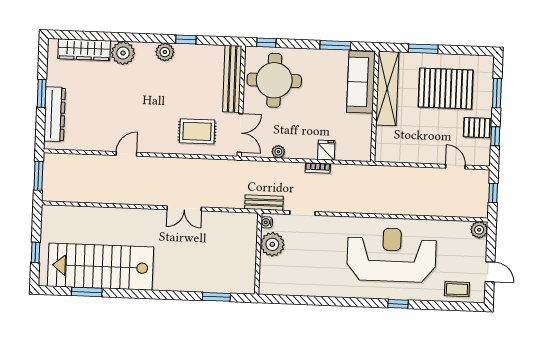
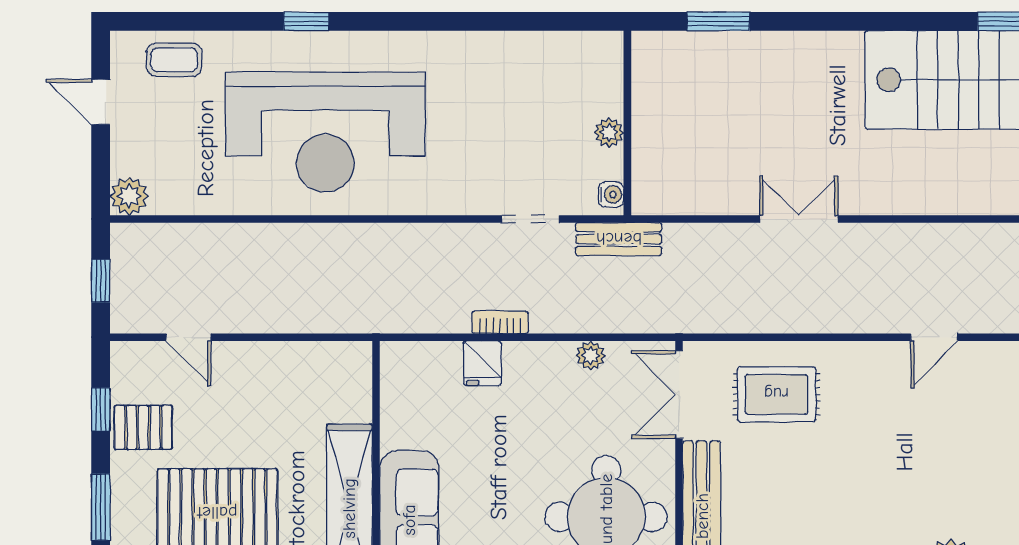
plant: (272, 244) -> (609, 132), width x0.53, depth x0.53

